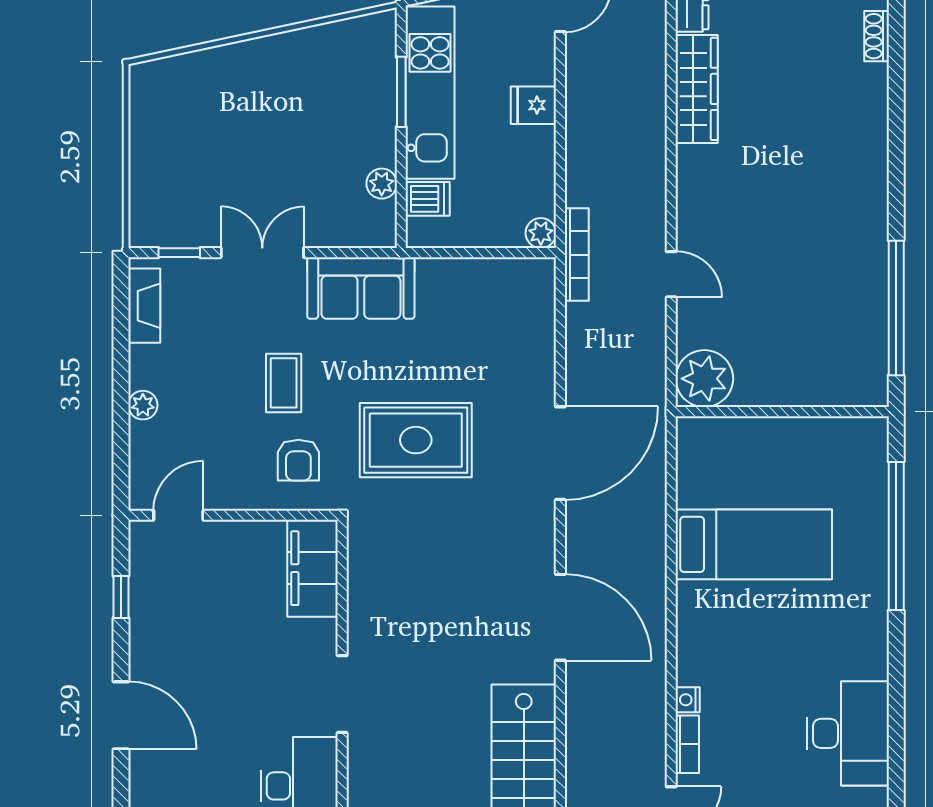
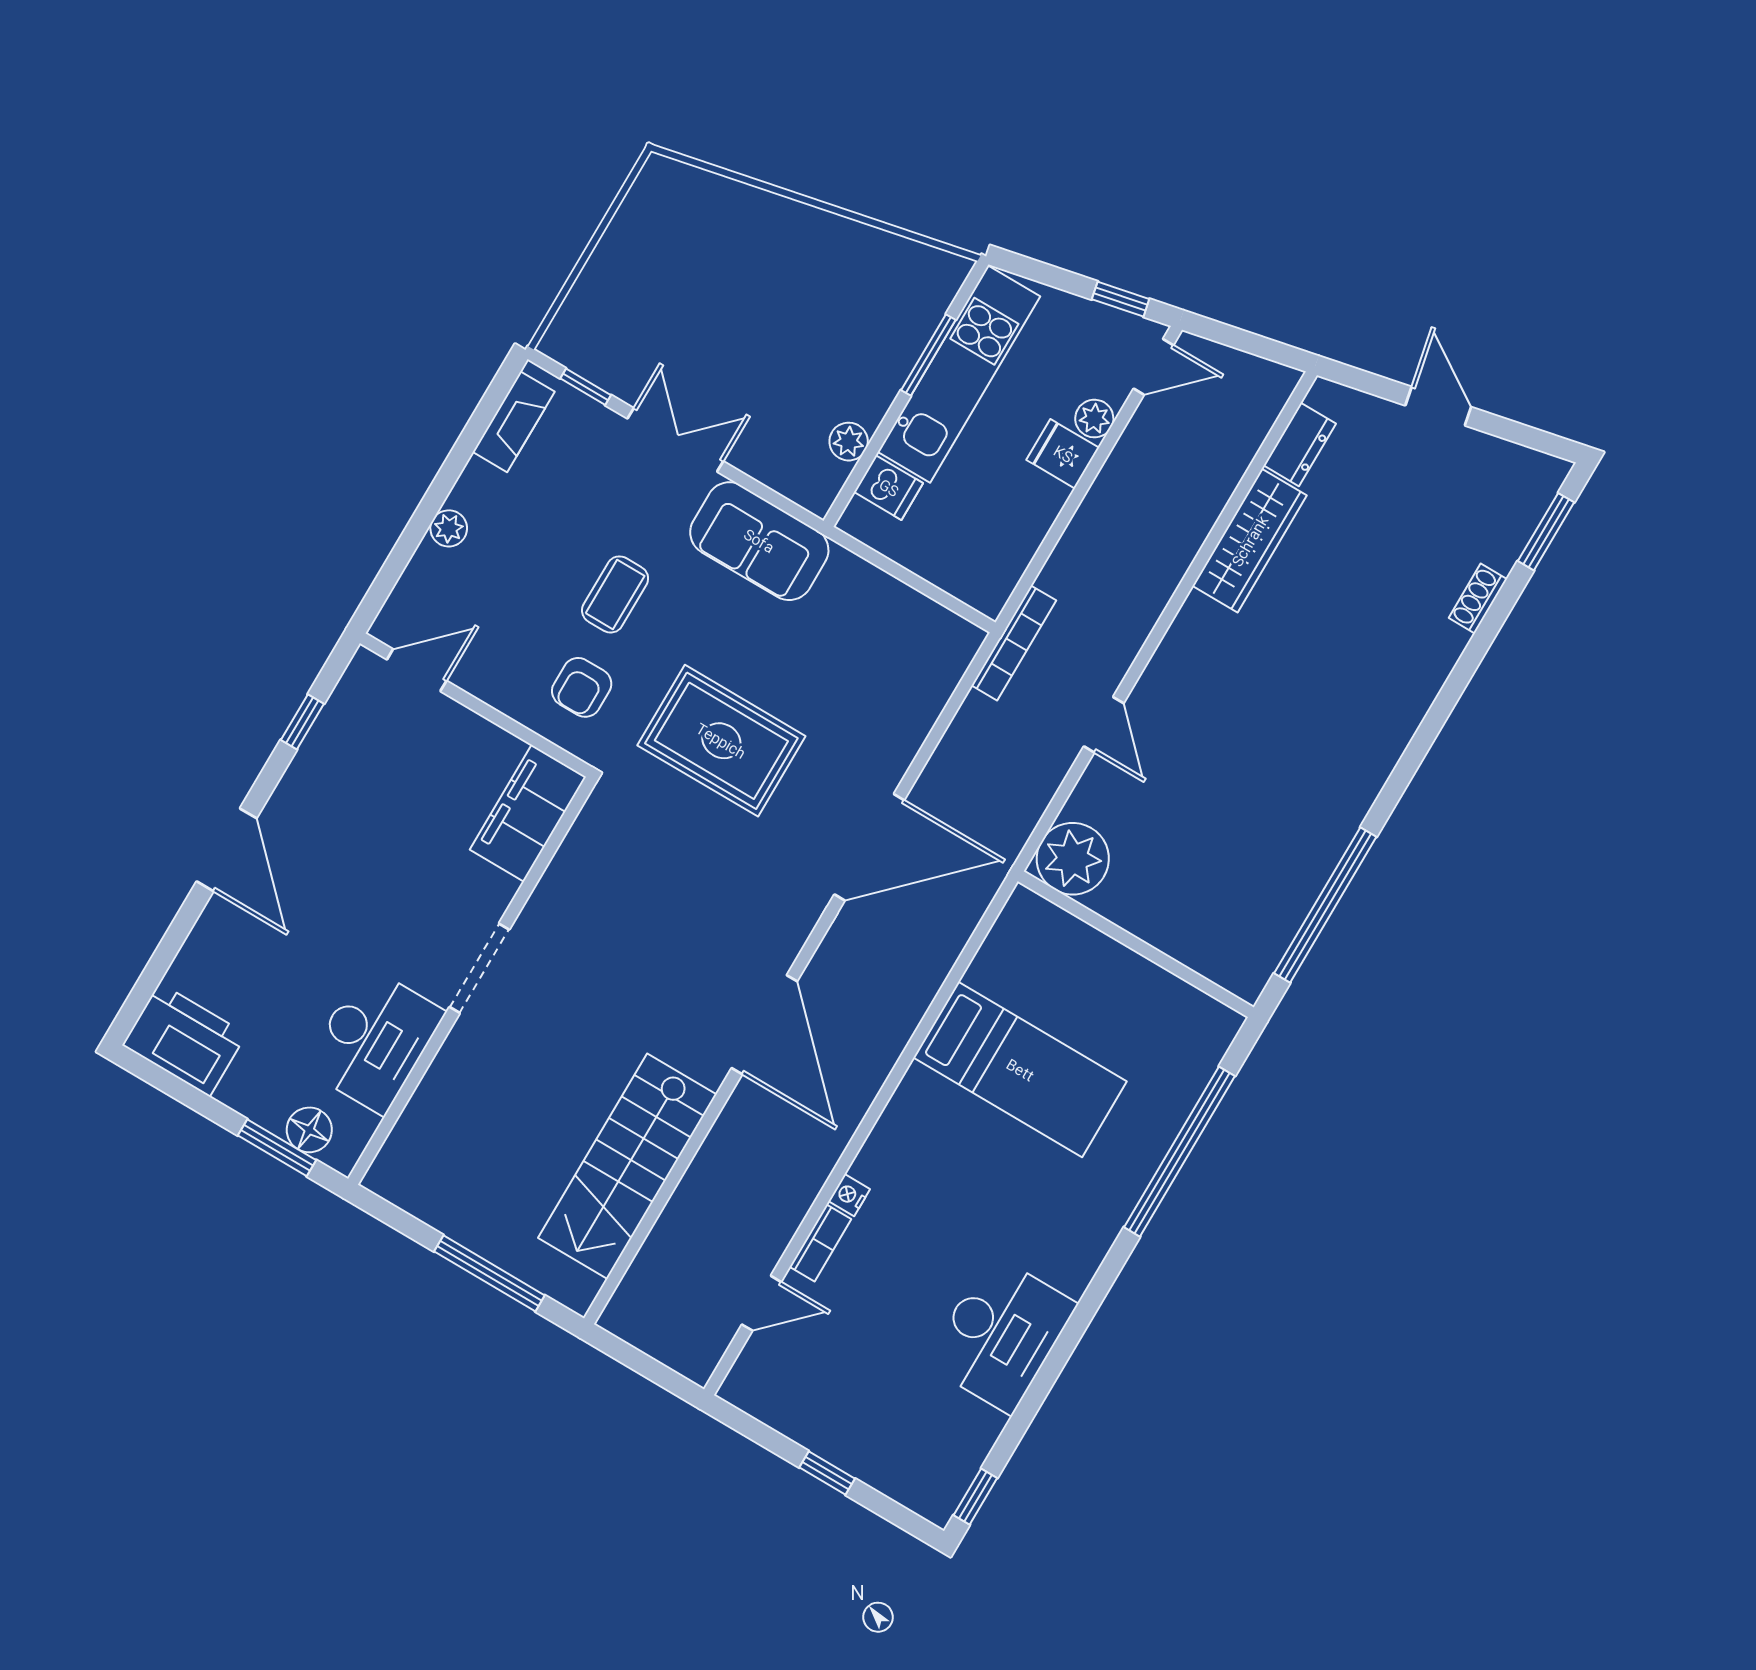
plant: (541, 233) -> (1094, 419), moved

